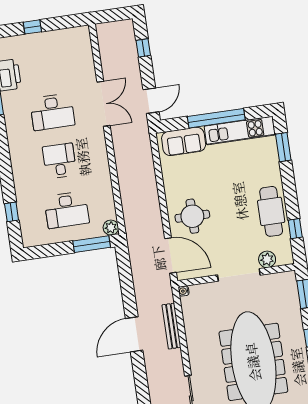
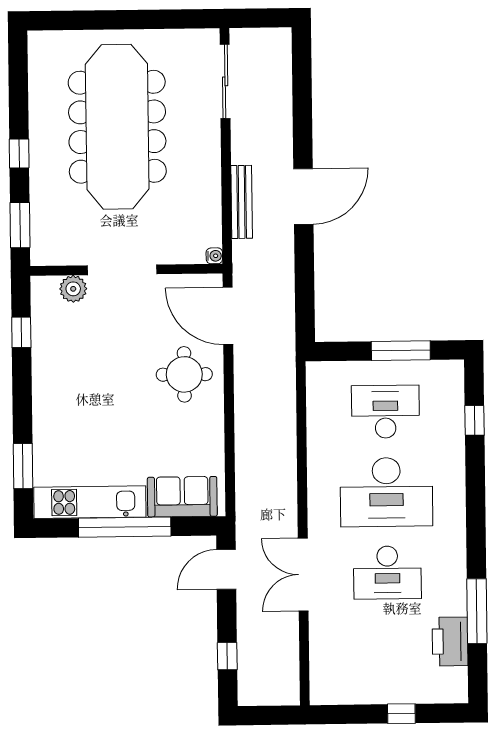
desk: (52, 112) -> (387, 573), turned 180
desk: (59, 161) -> (386, 492), width x1.87, depth x1.30
cafe table: (271, 211) -> (56, 365), removed
plant: (111, 228) -> (318, 374), removed
window: (92, 244) -> (401, 351), moved

